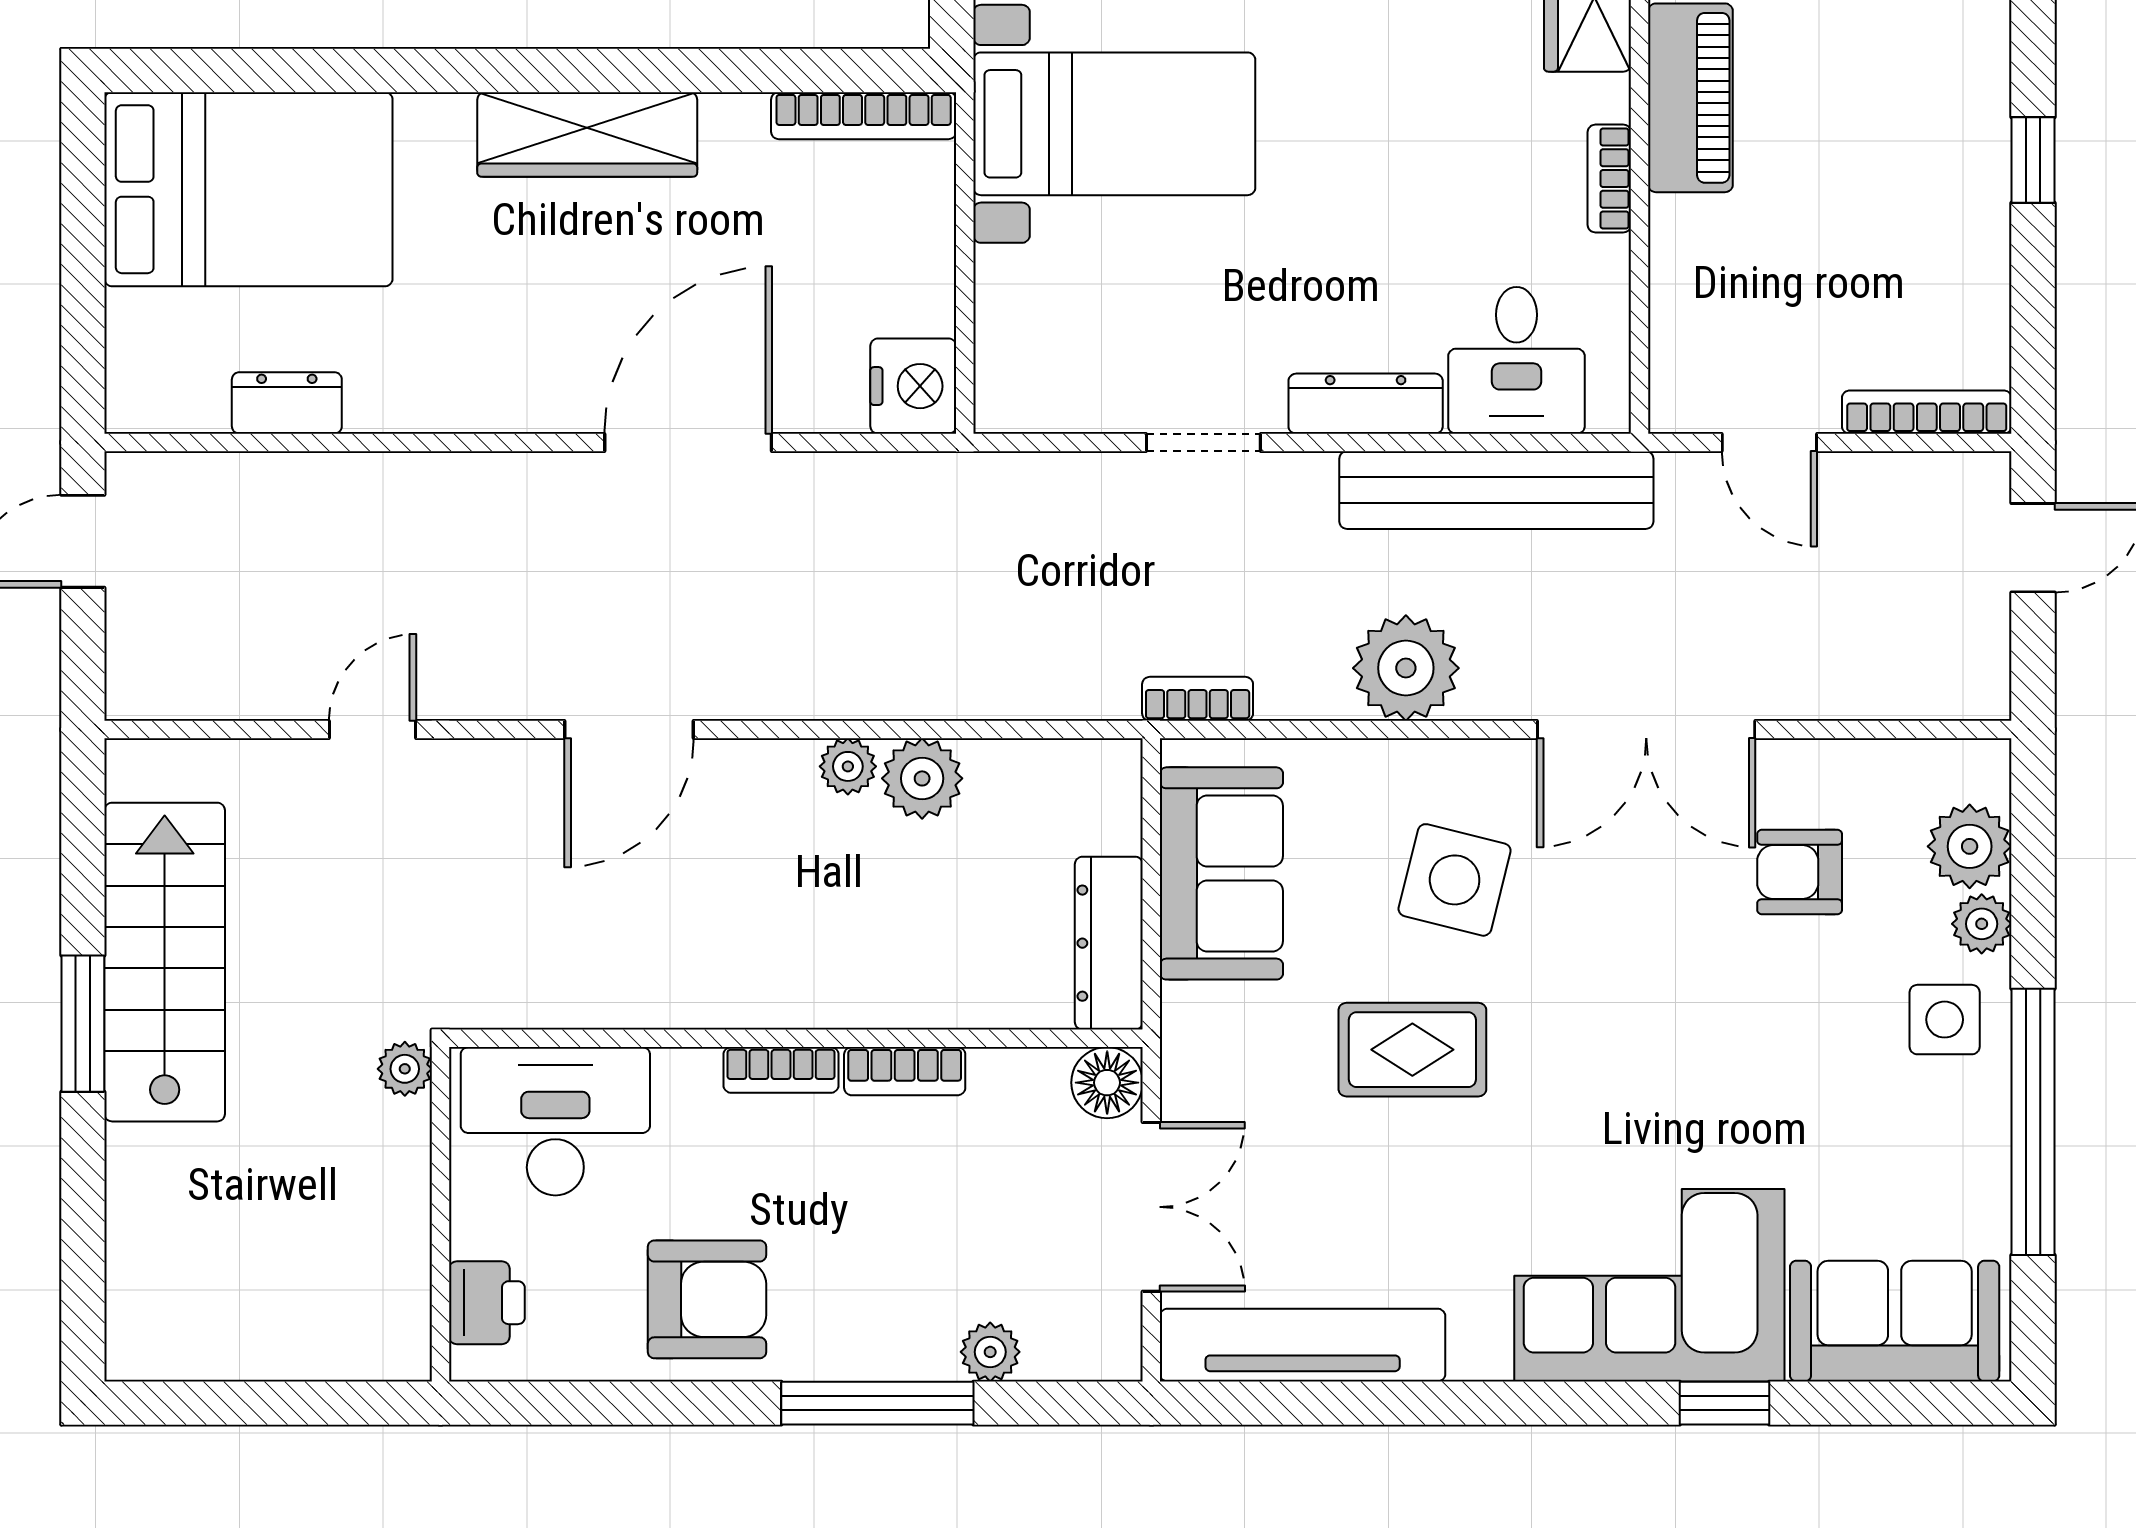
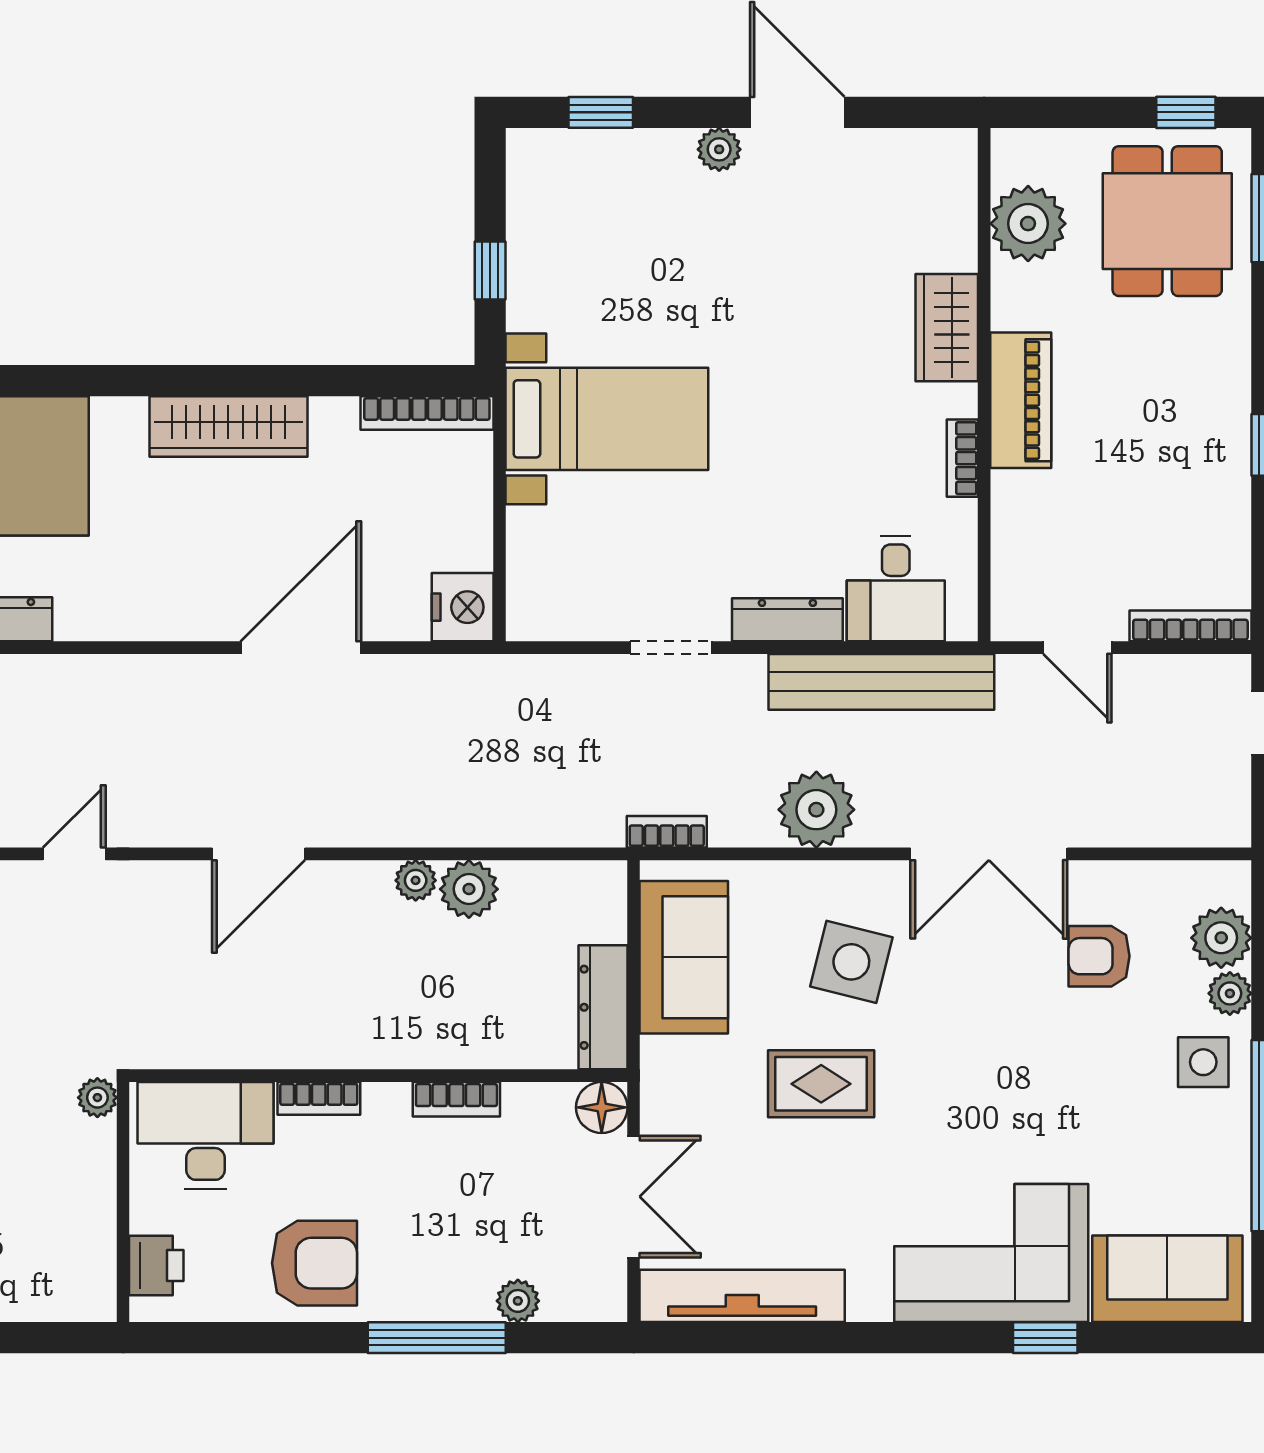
bookcase: (781, 1070) -> (319, 1098), moved

